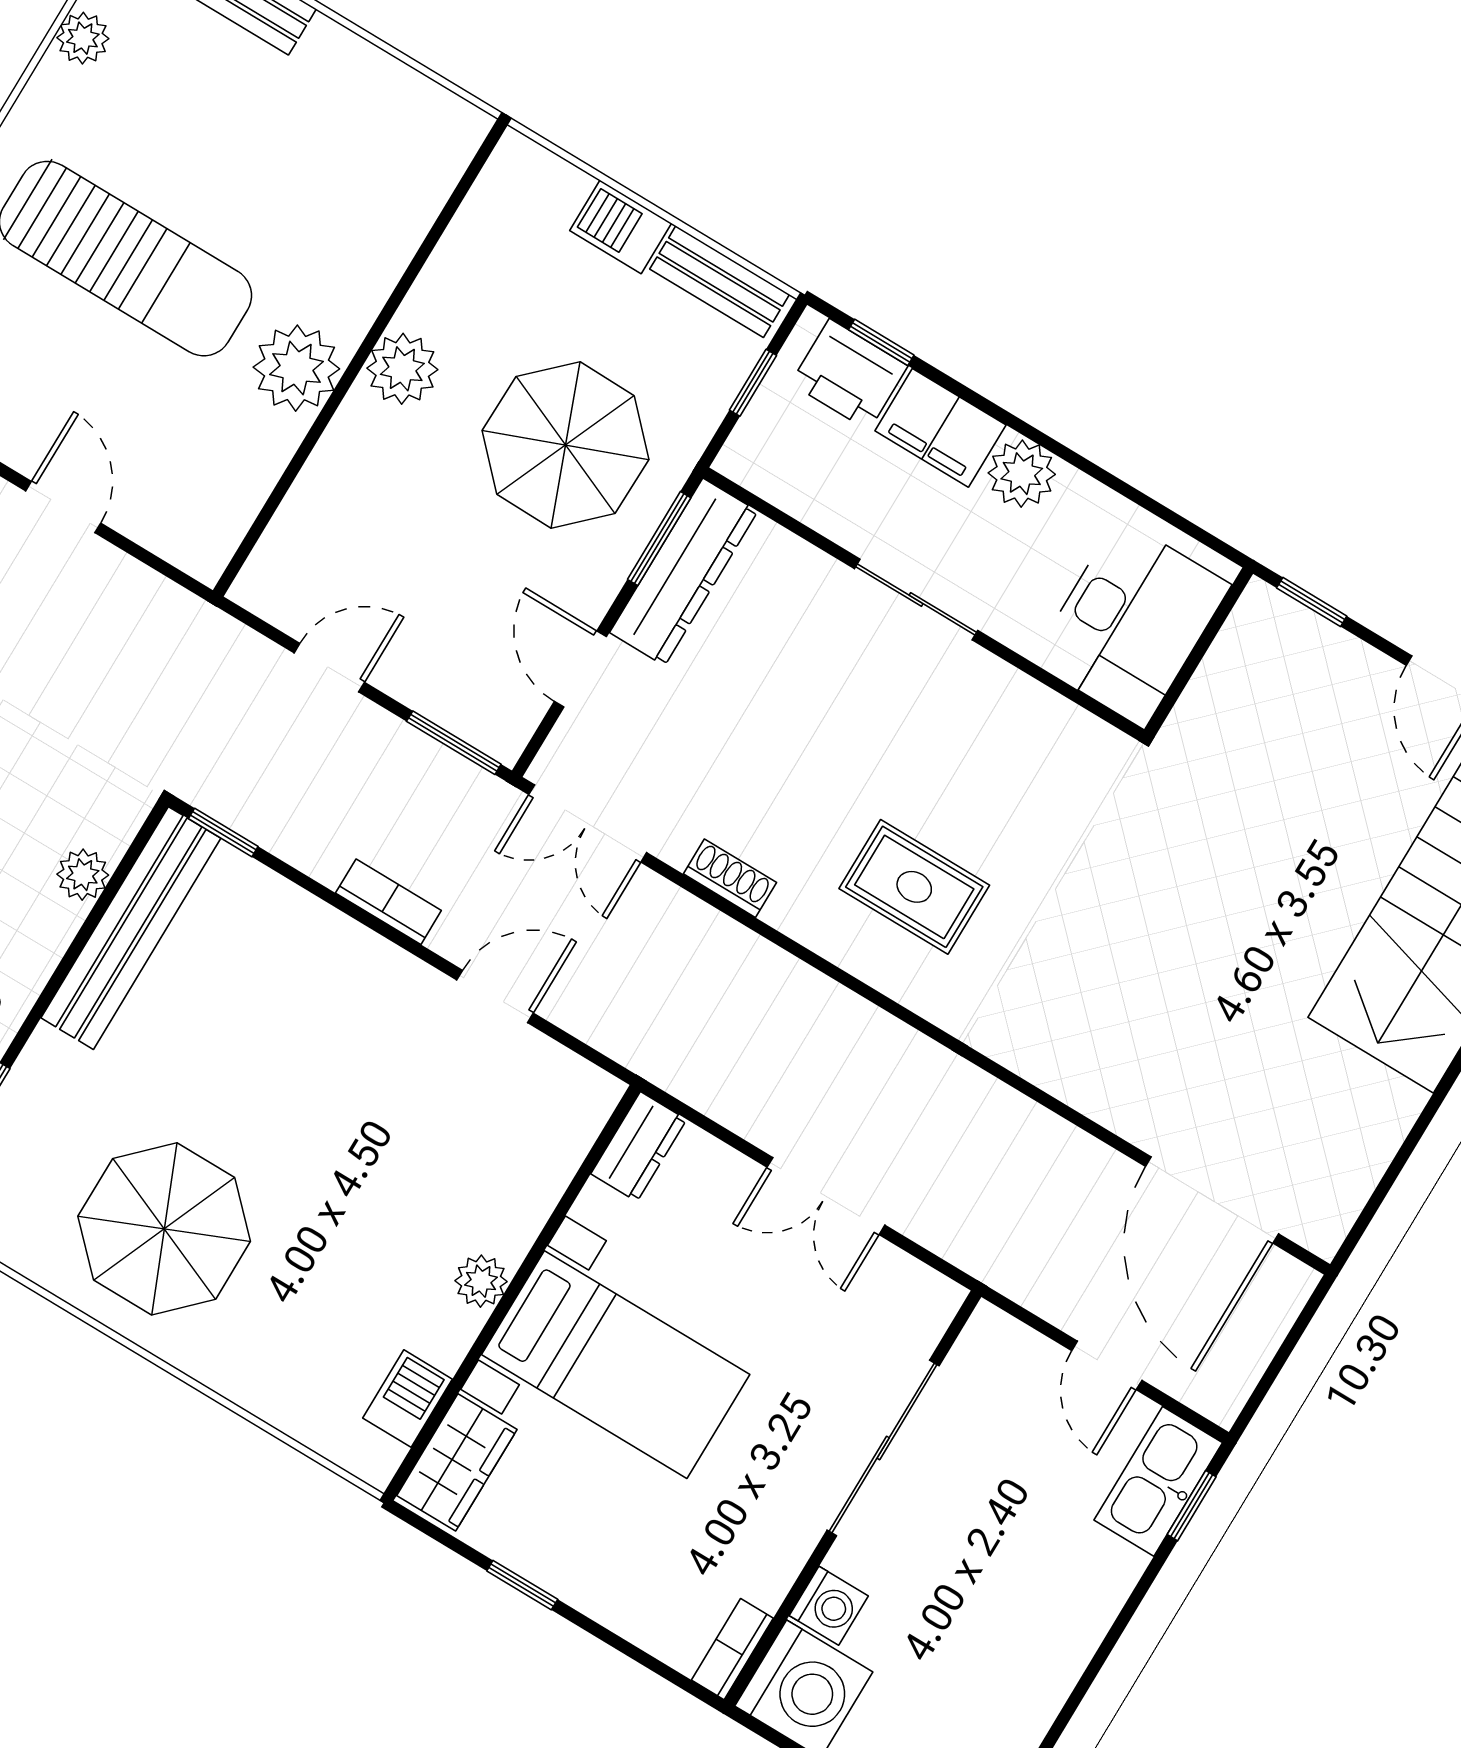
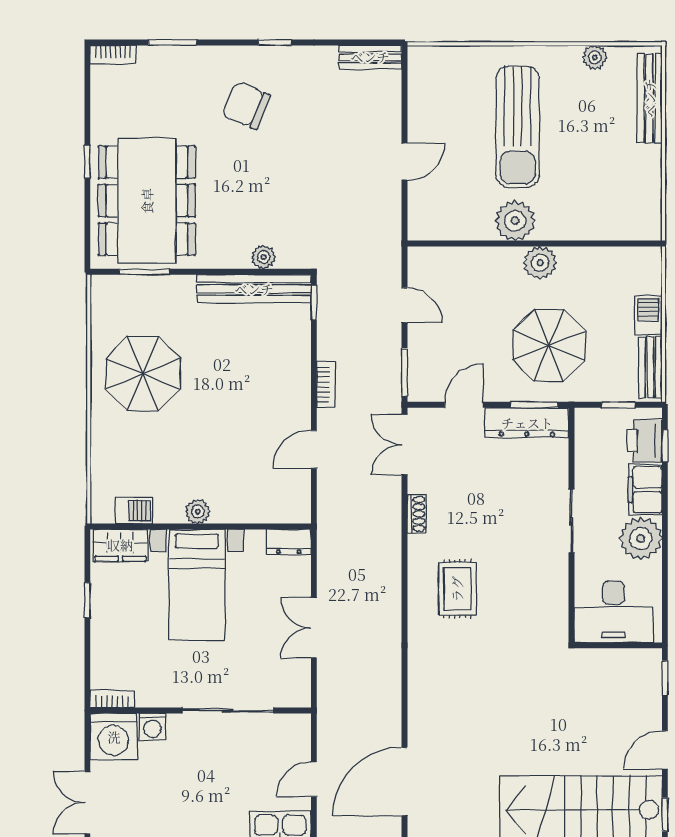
plant: (1022, 474) -> (641, 538), width x1.36, depth x1.36
door: (495, 996) -> (314, 449), swing flipped

